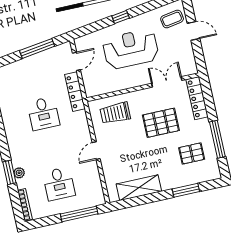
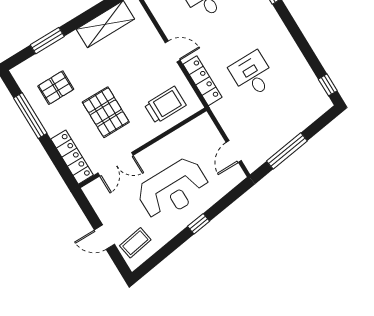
locker: (75, 92) -> (203, 81), moved
pallet: (161, 123) -> (106, 112), turned 90
door: (96, 151) -> (173, 51), hinge flipped

